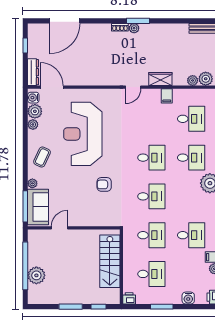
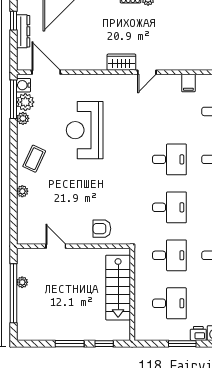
dresser: (33, 72) -> (23, 31), moved
wardrobe: (160, 79) -> (121, 62), moved
reception desk: (83, 134) -> (85, 130), width x0.74, depth x0.77
armchair: (104, 184) -> (102, 229), moved
window: (25, 206) -> (13, 99), moved
sofa: (38, 207) -> (29, 220), removed
door: (60, 228) -> (56, 246), hinge flipped
plant: (36, 275) -> (22, 282), moved, width x0.53, depth x0.53
printer: (129, 298) -> (198, 333), moved

